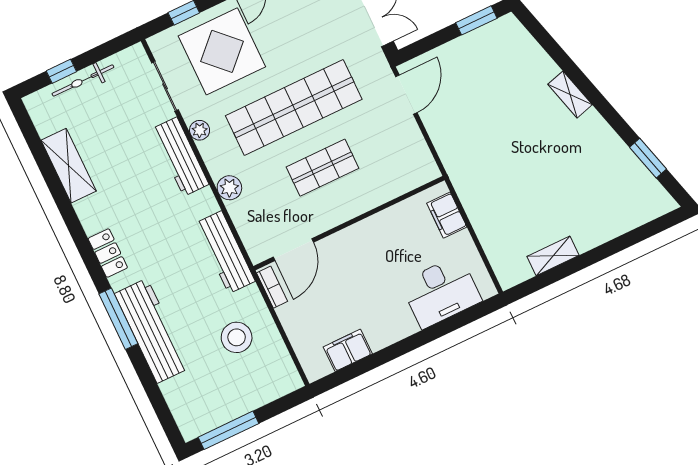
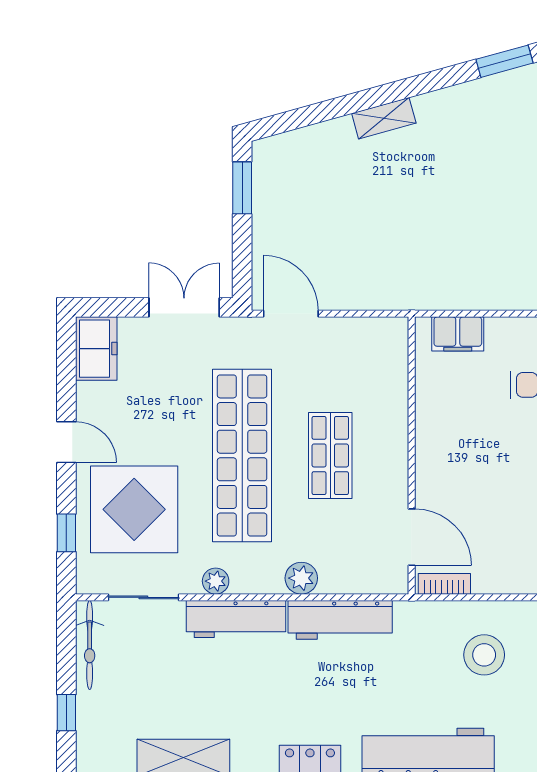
bicycle: (83, 80) -> (90, 645), moved
workbench: (225, 252) -> (340, 620), moved

